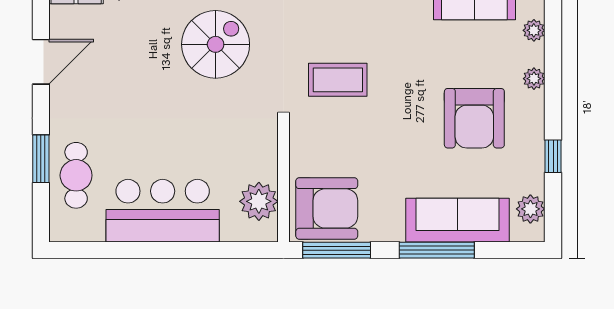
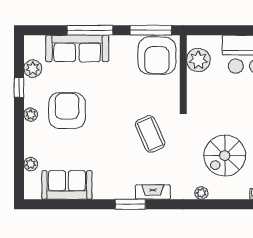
plant: (534, 79) -> (31, 115), moved
coffee table: (338, 80) -> (150, 134), turned 66
armchair: (327, 208) -> (157, 56), turned -90
plant: (530, 209) -> (33, 69), moved

